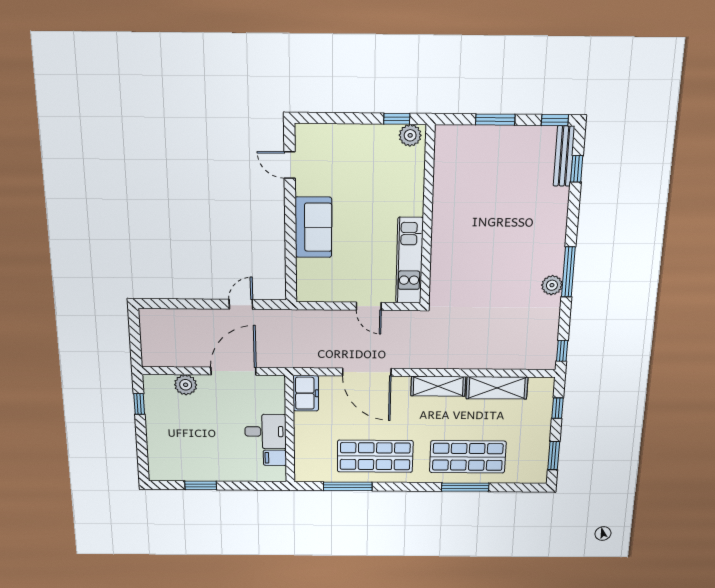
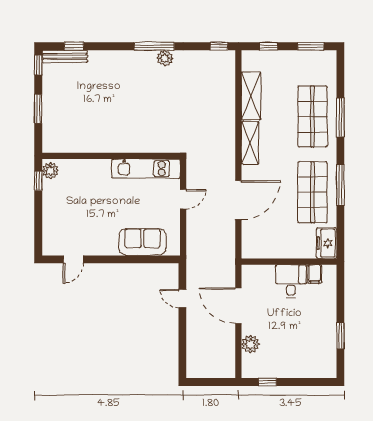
sofa: (313, 227) -> (142, 242), moved
freezer: (306, 393) -> (326, 243), moved, turned -90
window: (348, 486) -> (340, 185), moved

